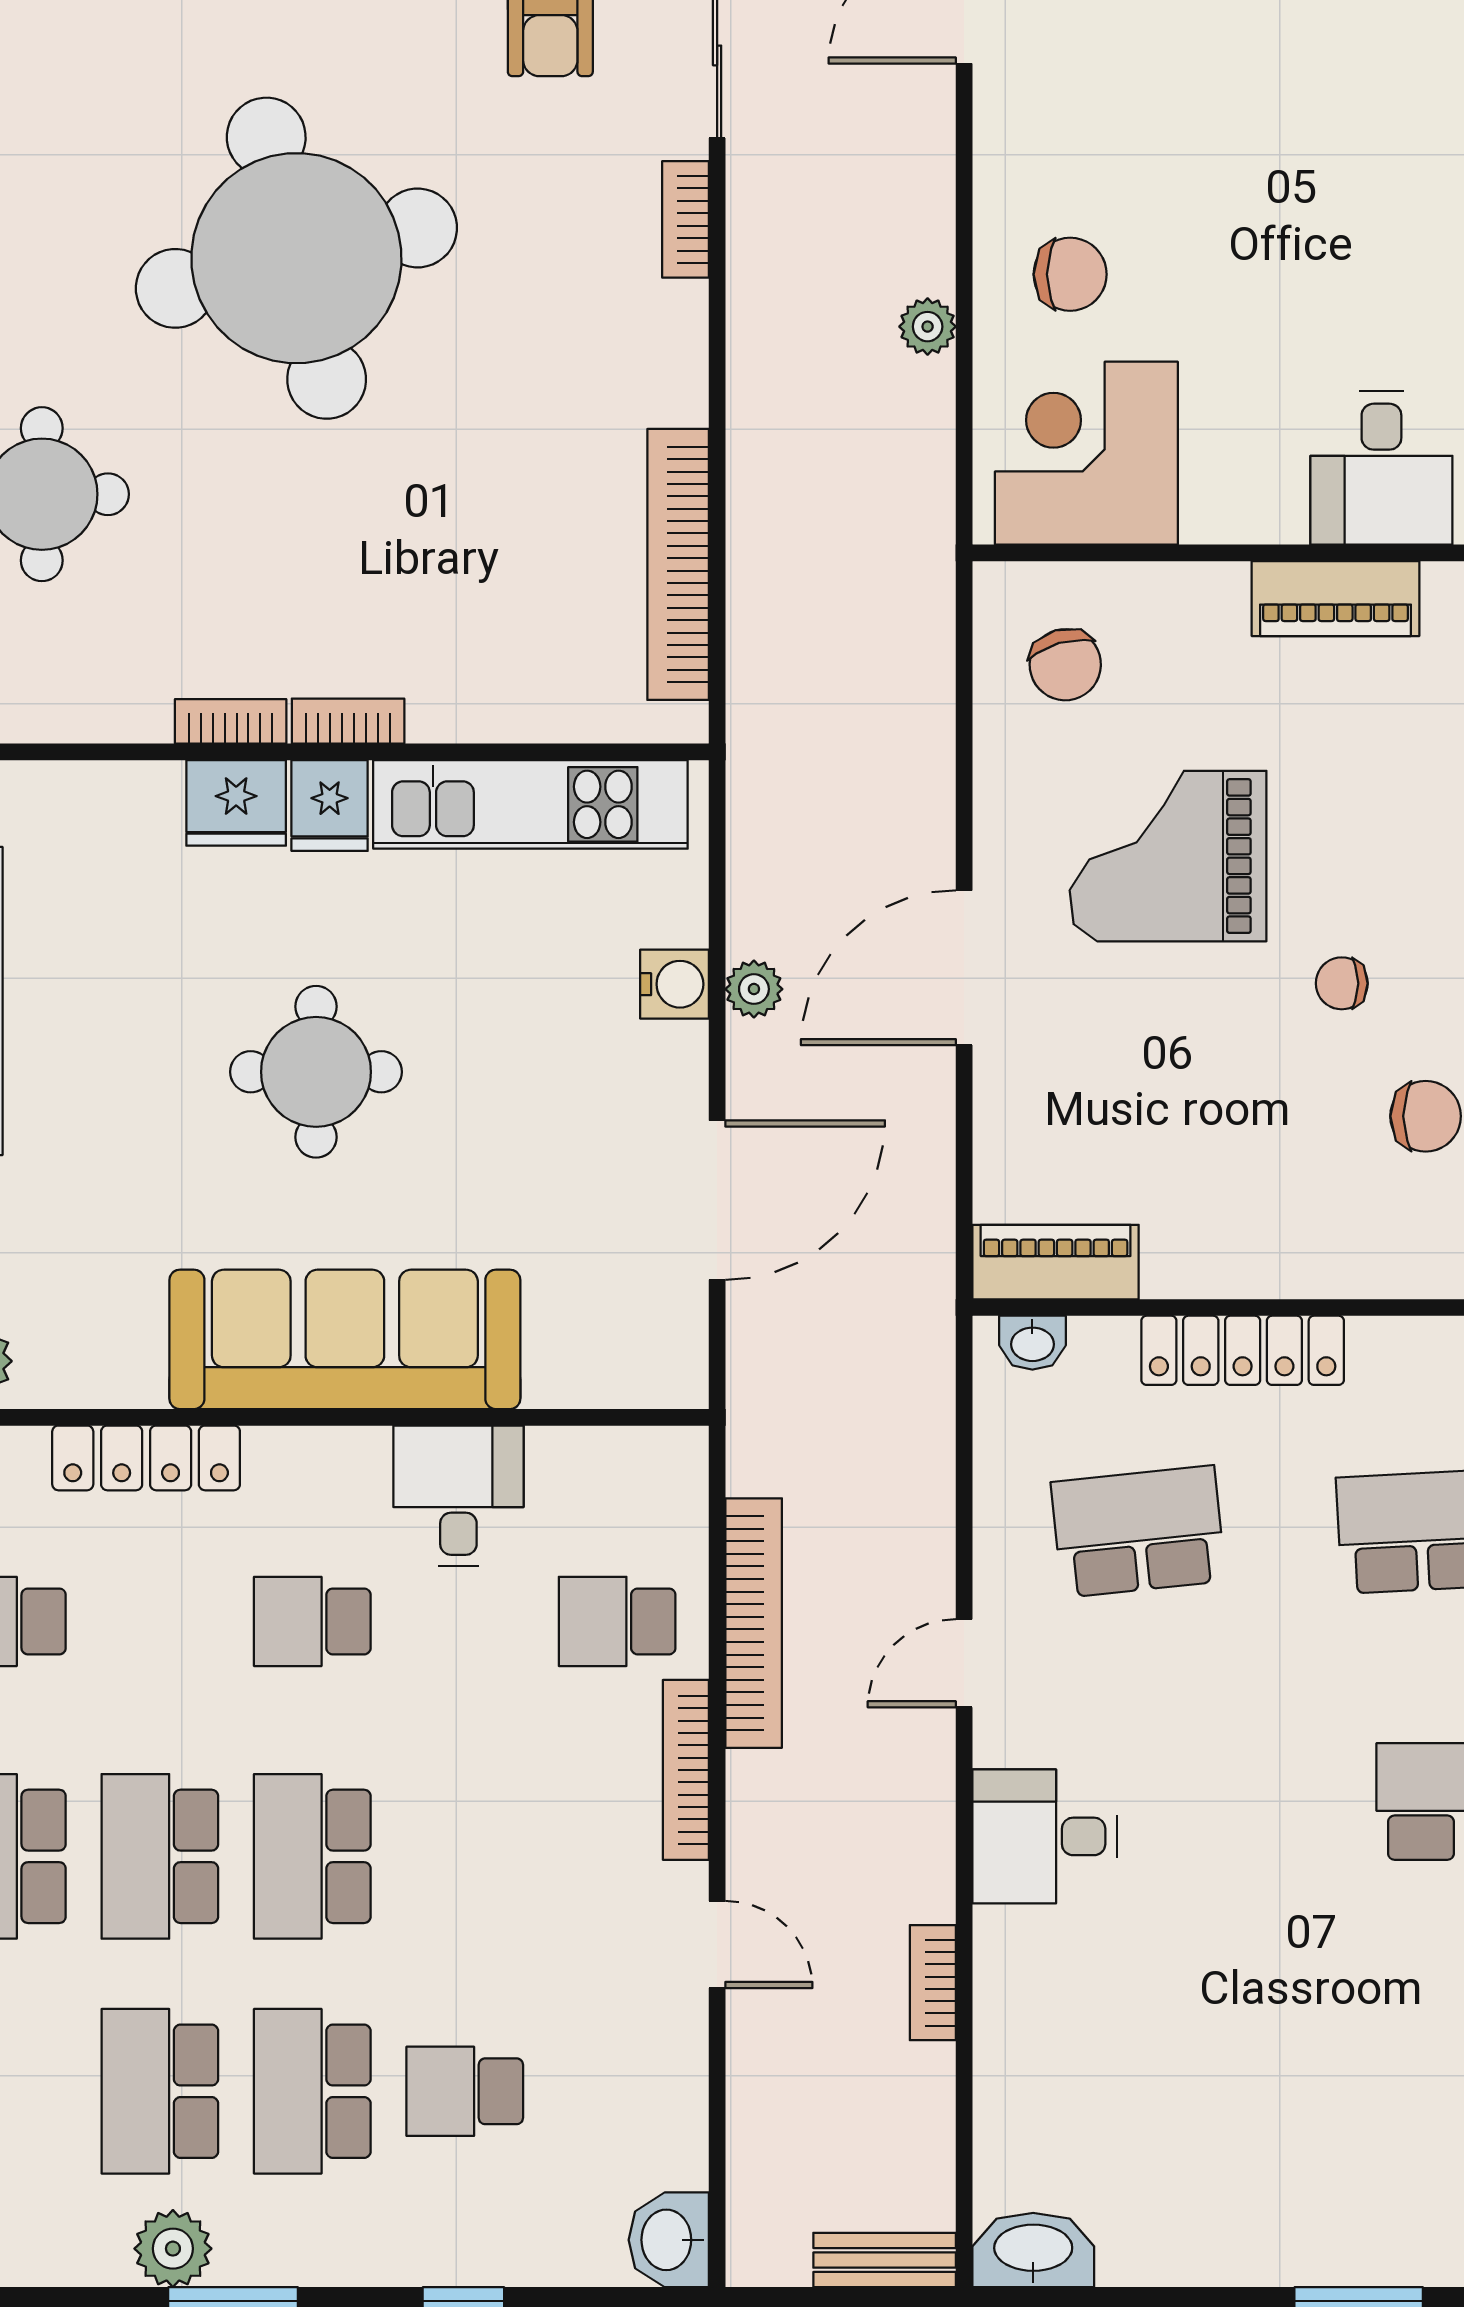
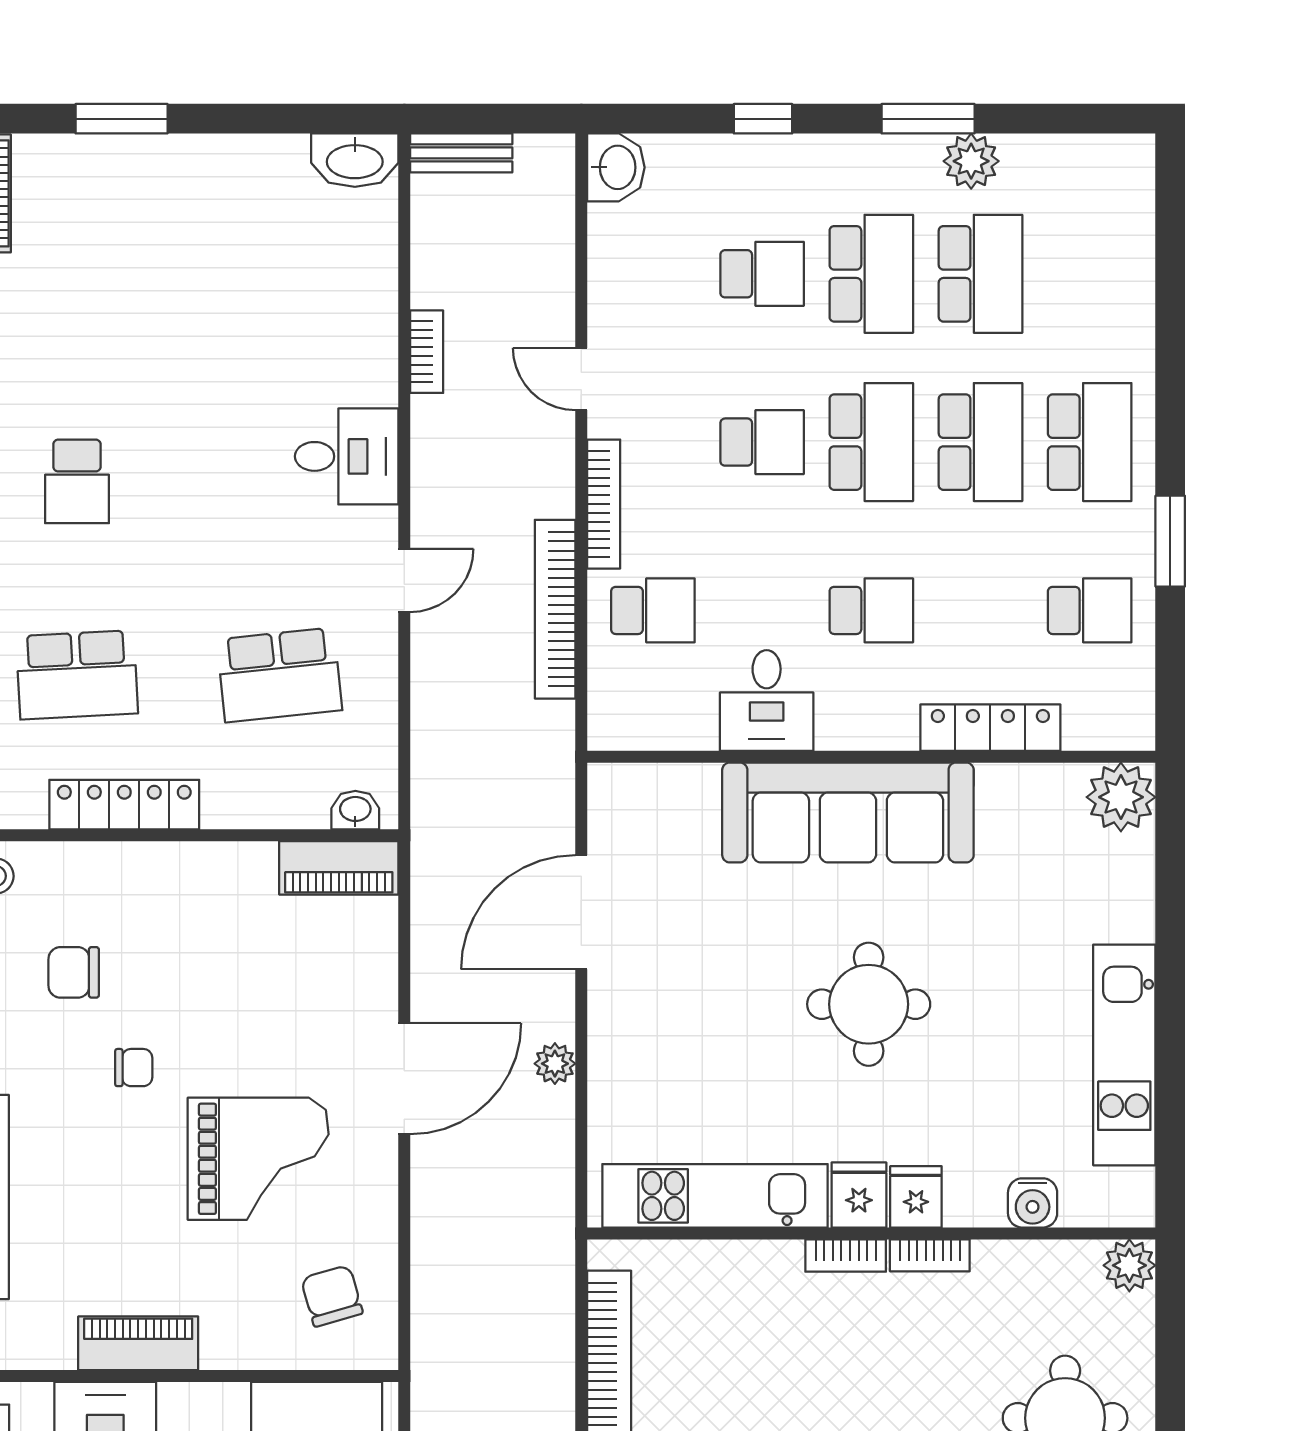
fridge: (236, 803) -> (916, 1197), width x0.72
water cooler: (674, 984) -> (1033, 1203), moved, turned -90
locker: (1243, 1350) -> (124, 805), moved
school desk: (465, 1856) -> (762, 442), added

